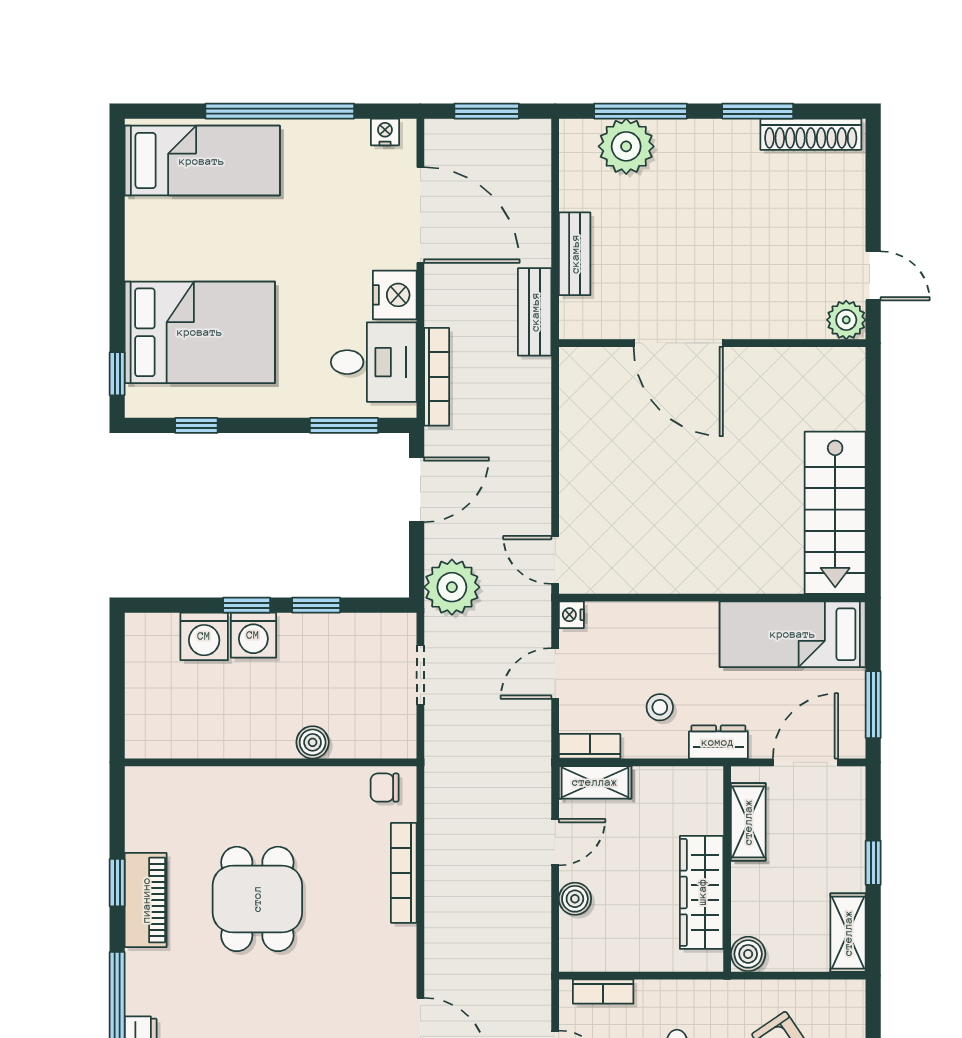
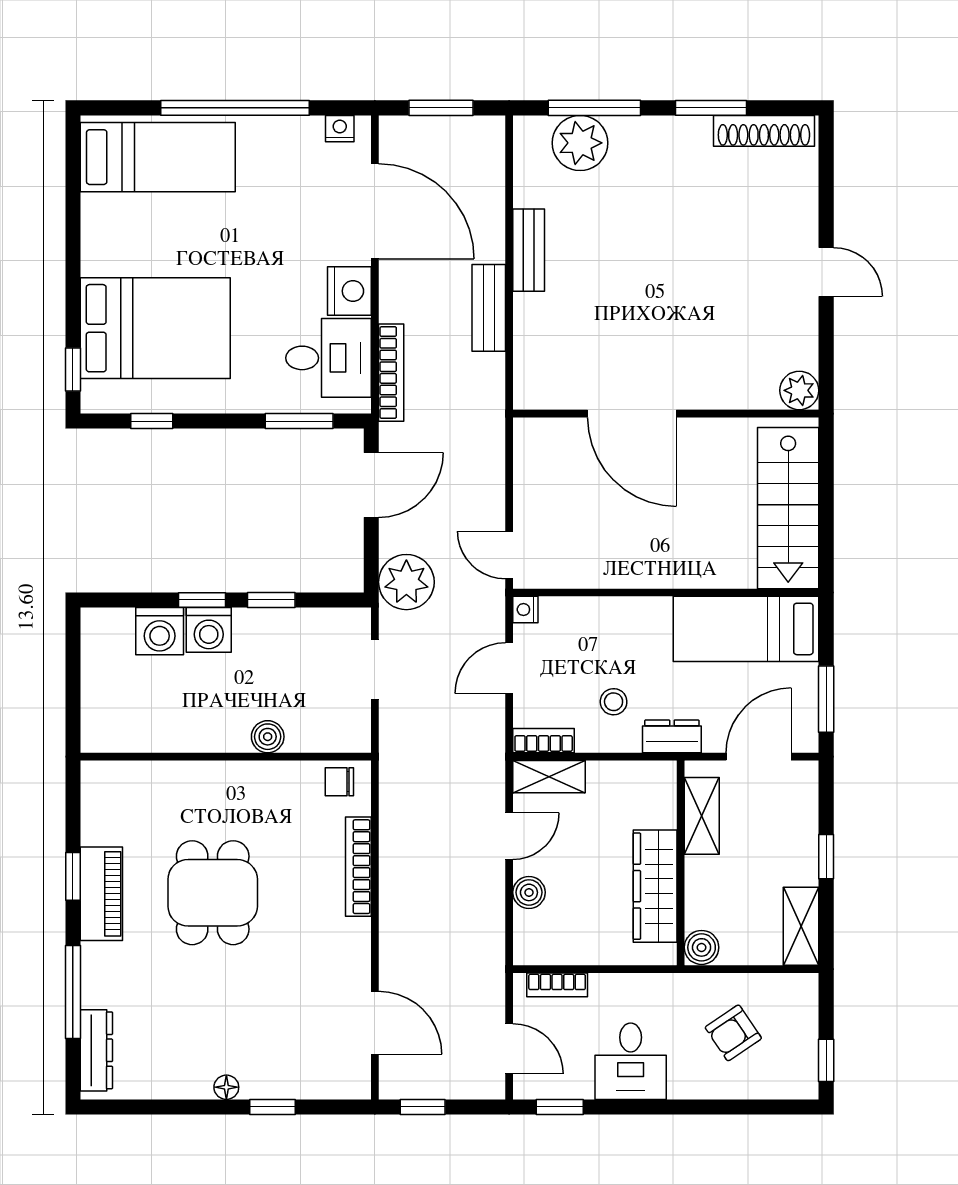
plant: (846, 320) -> (799, 390), moved
door: (678, 343) -> (632, 414), moved
wall: (712, 343) -> (666, 414), moved

